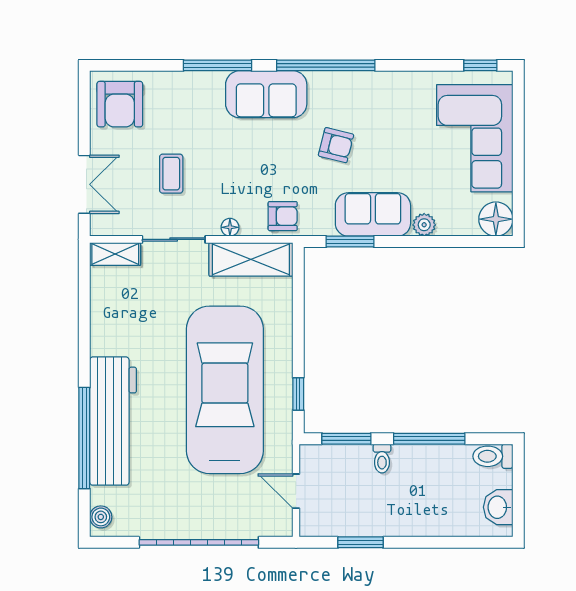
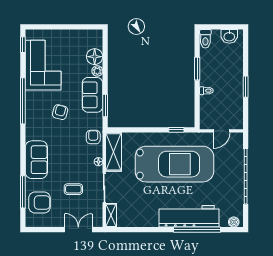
window: (217, 65) -> (23, 192), moved
window: (326, 65) -> (23, 101), moved
sofa: (266, 94) -> (36, 160), moved
armchair: (120, 104) -> (39, 203), moved
corner sofa: (475, 138) -> (43, 65), moved, turned -90
floor lamp: (496, 219) -> (95, 57), moved
car: (225, 390) -> (174, 164), turned 180
window: (346, 439) -> (197, 107), removed
window: (429, 439) -> (197, 69), width x0.69
window: (360, 542) -> (246, 87), moved

